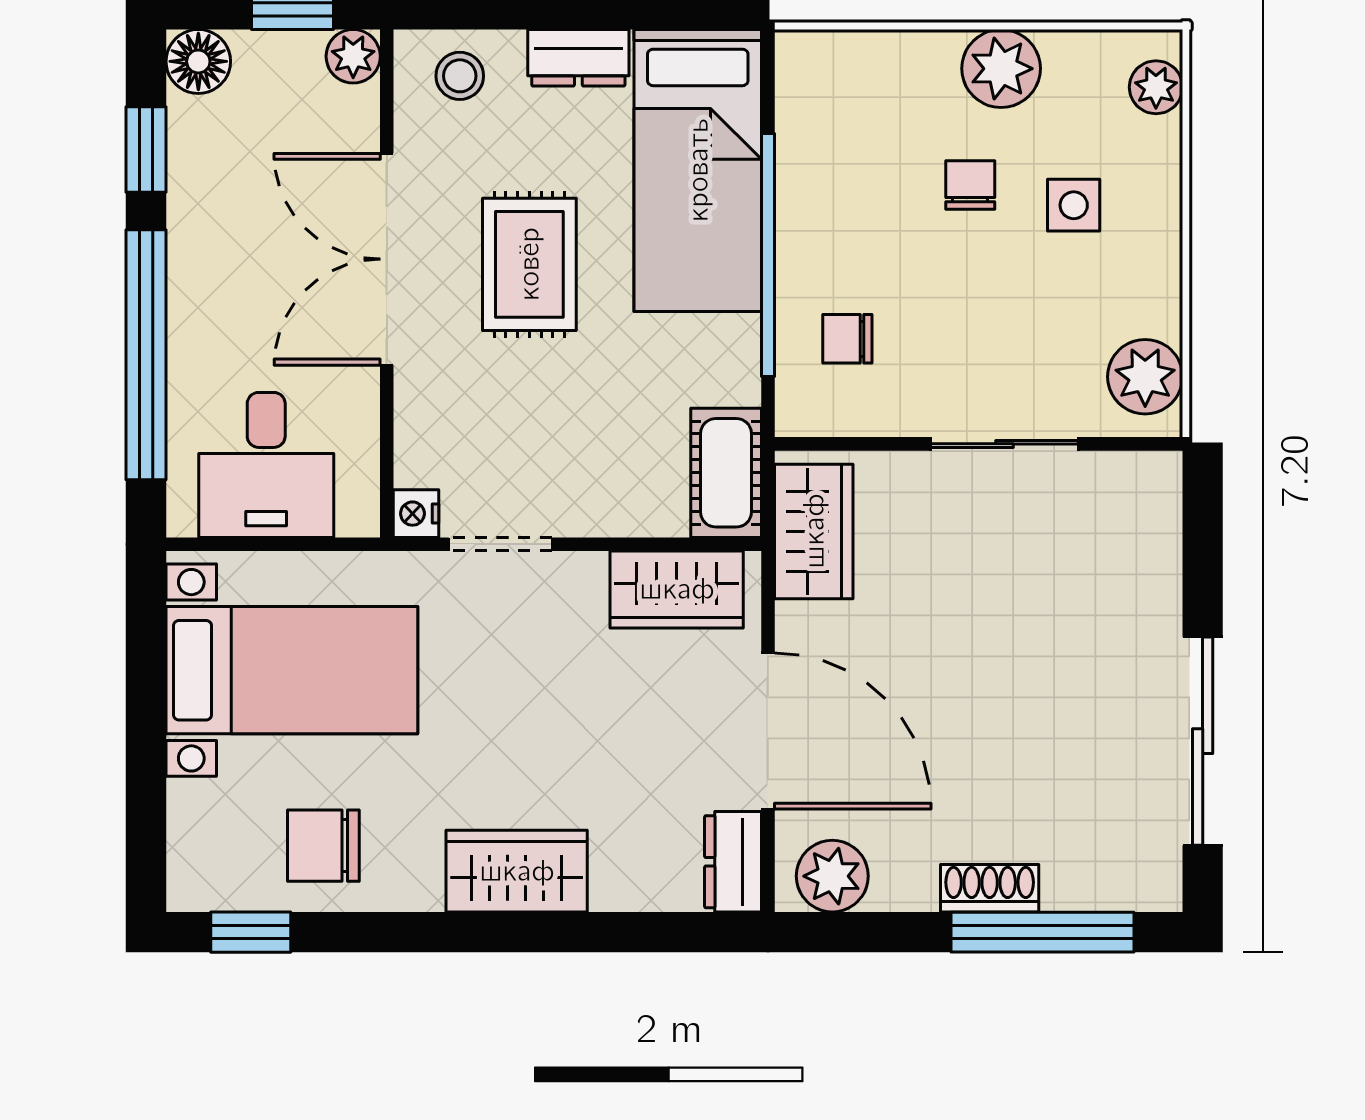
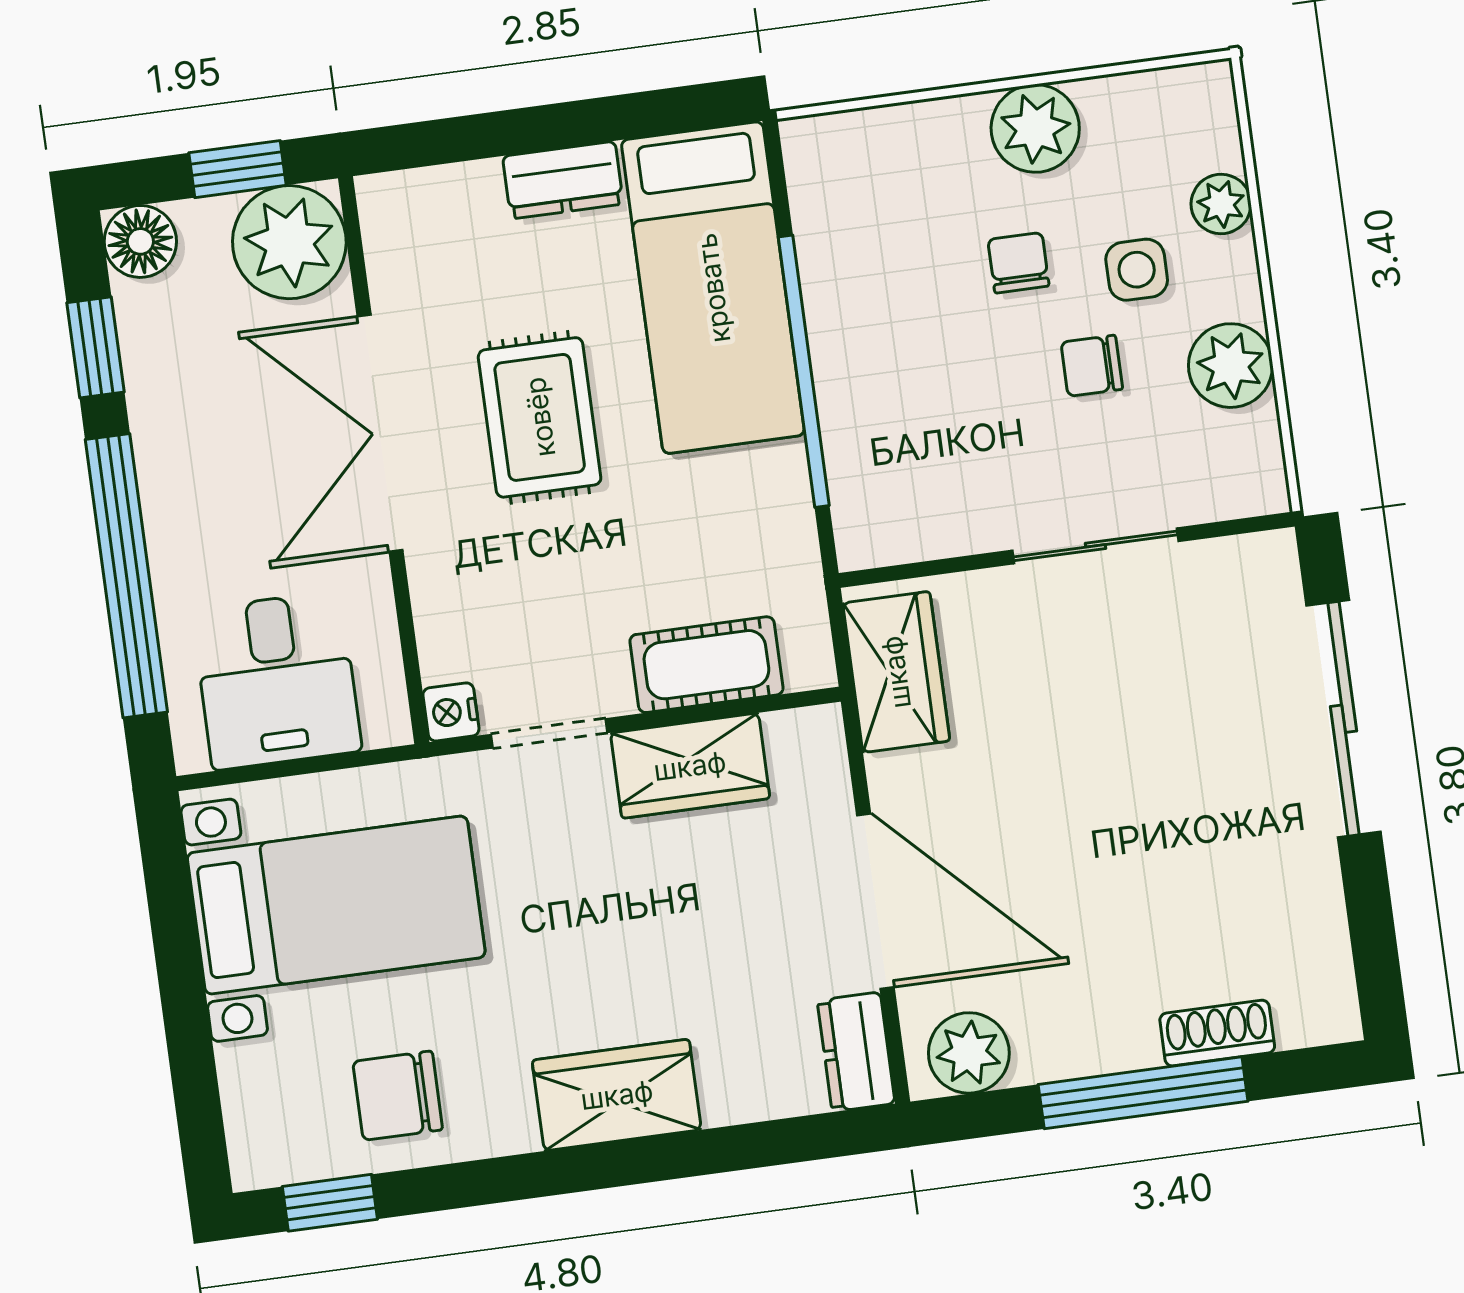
plant: (353, 56) -> (289, 242), width x1.87, depth x1.87
stool: (460, 76) -> (434, 218), removed
plant: (1156, 87) -> (1221, 204), moved
chair: (847, 339) -> (1092, 366), moved
plant: (1145, 377) -> (1231, 366), moved
cot: (726, 473) -> (706, 665), moved, turned 90
wardrobe: (677, 589) -> (690, 766), moved
sliding door: (1203, 741) -> (1343, 719), moved
shoe rack: (990, 888) -> (1217, 1033), moved
window: (1043, 932) -> (1143, 1093), moved

